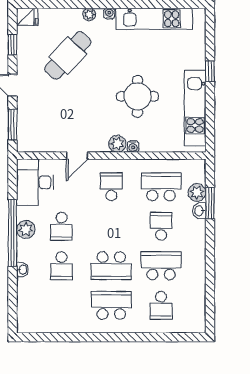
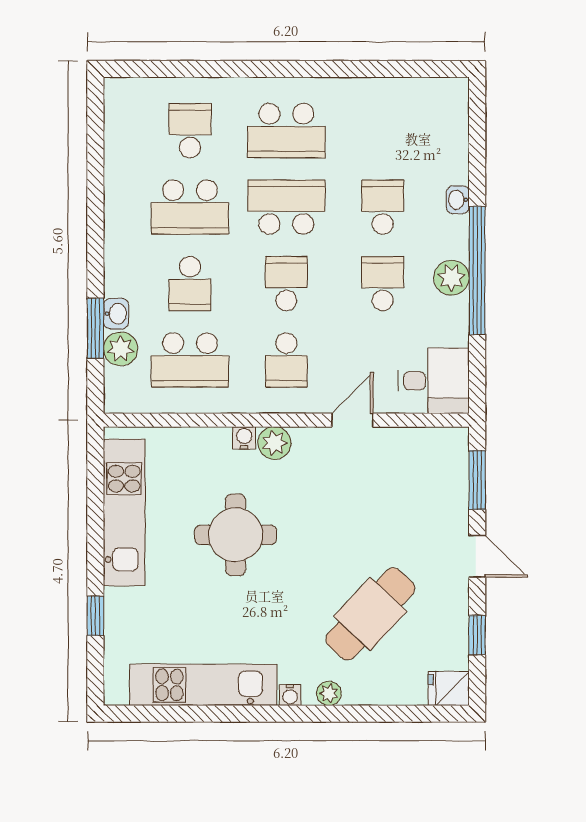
window: (210, 71) -> (95, 616), moved
desk: (35, 182) -> (434, 381), width x0.73
school desk: (111, 226) -> (286, 284), added

